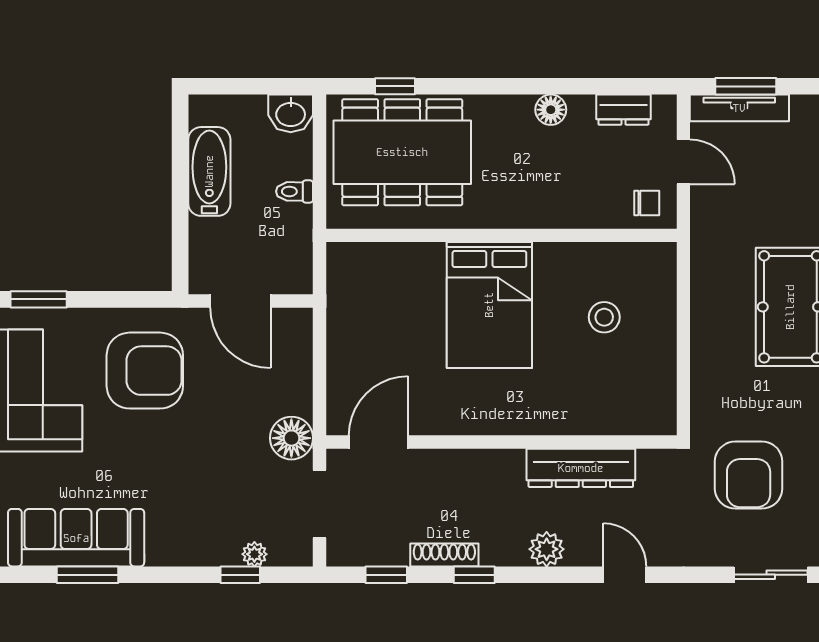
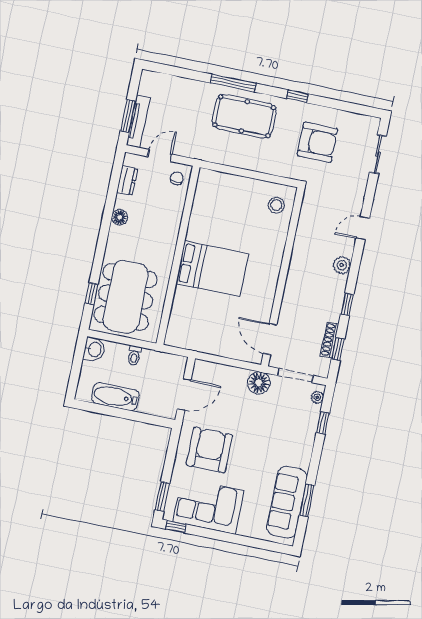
stool: (604, 317) -> (276, 205), moved
dresser: (581, 468) -> (304, 239), removed
armchair: (749, 475) -> (317, 142), moved
plant: (254, 554) -> (317, 397), moved
shoe rack: (444, 555) -> (329, 340), moved

